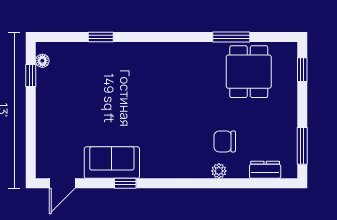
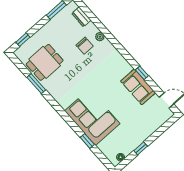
corner sofa: (125, 70) -> (92, 117), added
window: (31, 76) -> (141, 148), moved

